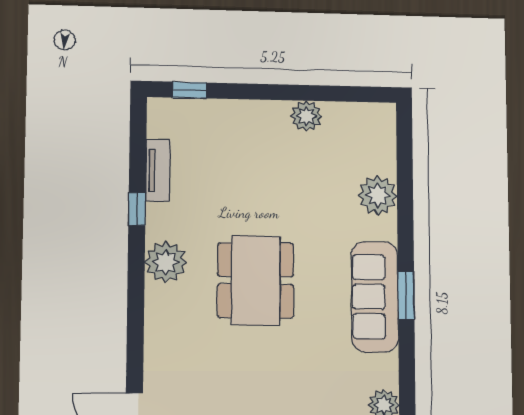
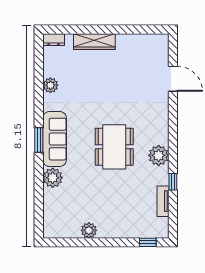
plant: (378, 195) -> (53, 178), moved

